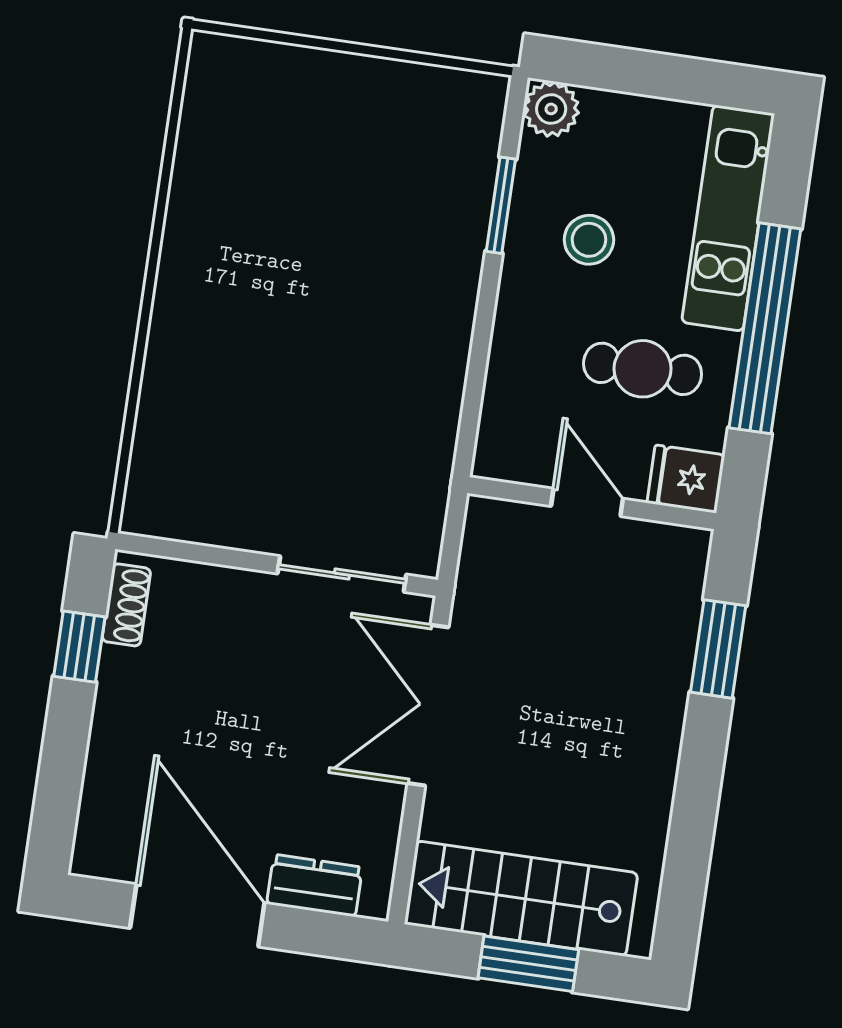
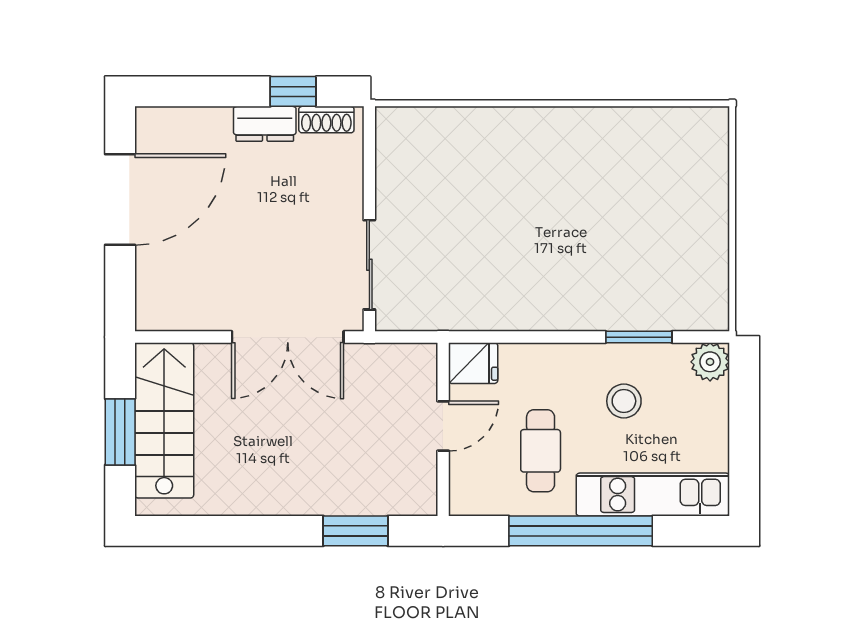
fridge: (686, 479) -> (473, 363), moved, turned 90
double door: (428, 705) -> (288, 337), swing flipped
dresser: (315, 886) -> (265, 124), moved, turned 90

